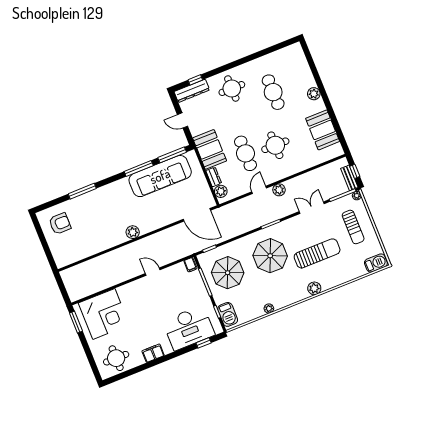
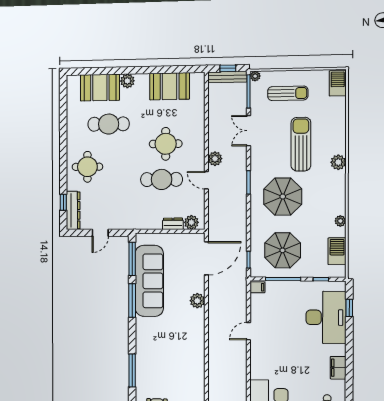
booth: (210, 149) -> (100, 88), moved
bench: (349, 178) -> (228, 77), width x1.36
plant: (133, 232) -> (197, 301), moved
barbecue: (228, 314) -> (337, 251), moved, turned -90

